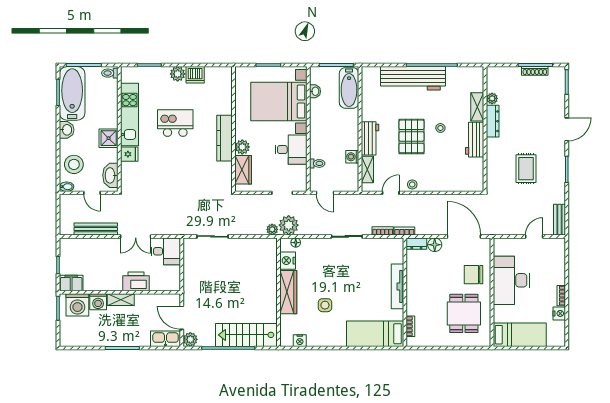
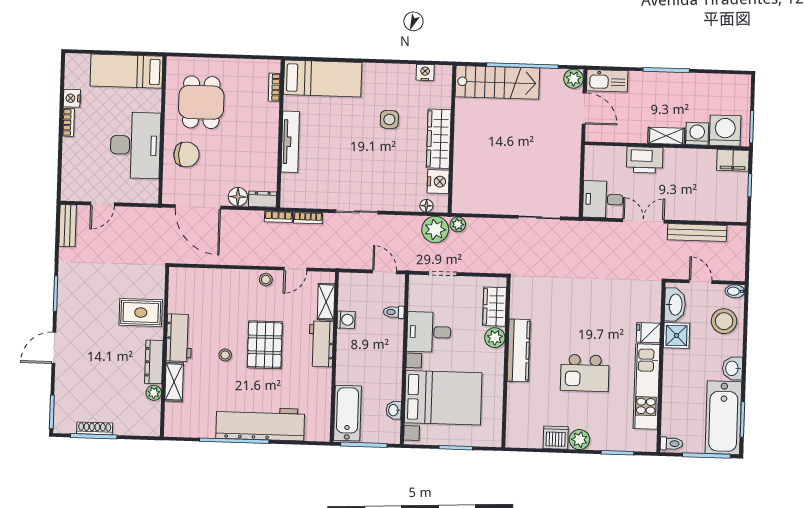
shower: (109, 138) -> (676, 336), moved
rug: (526, 169) -> (141, 313), moved, turned 90

